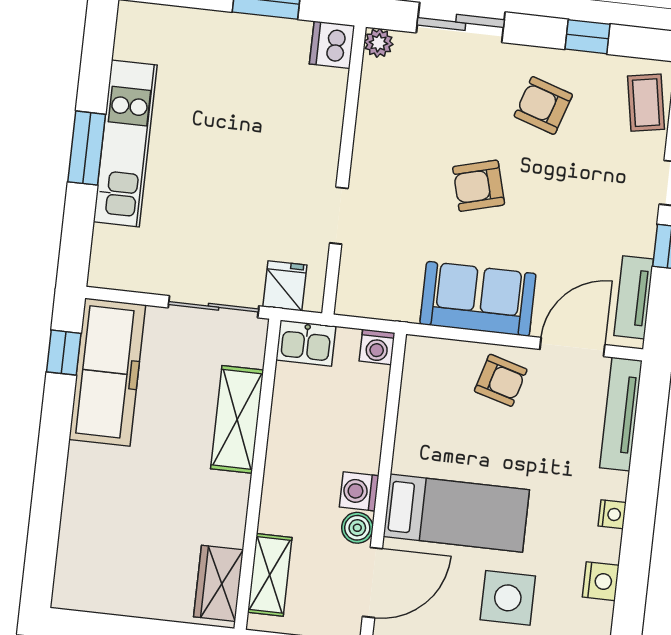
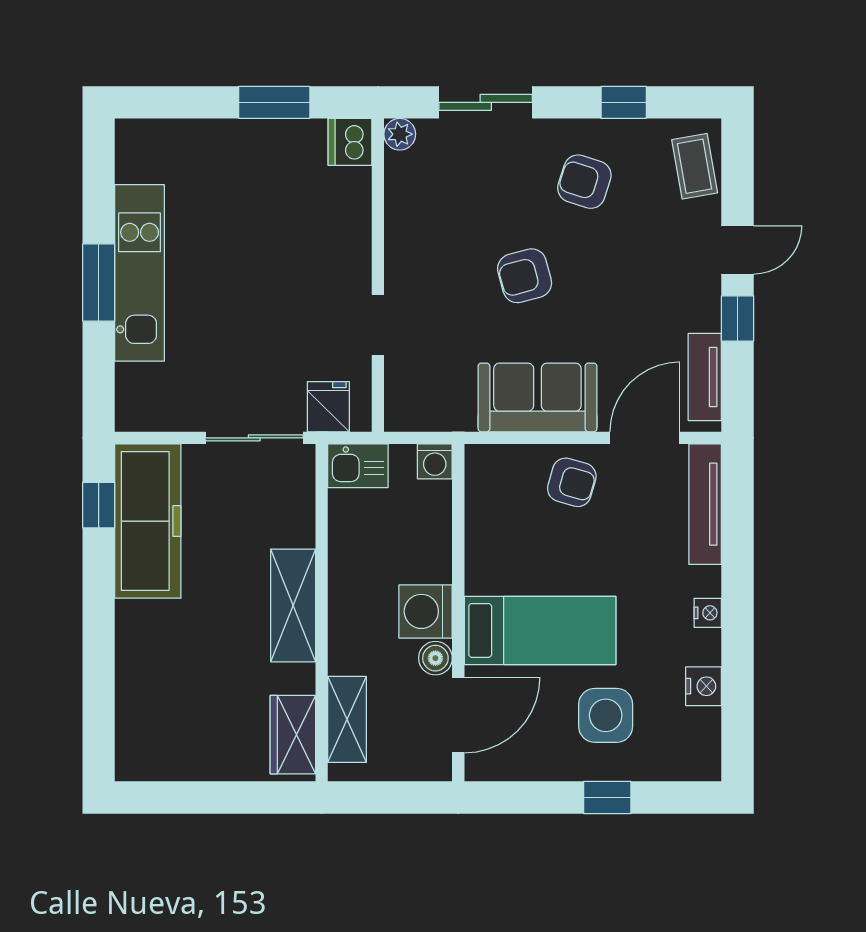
shelving: (237, 419) -> (293, 605), moved
washing machine: (359, 491) -> (426, 611), width x1.38, depth x1.38

